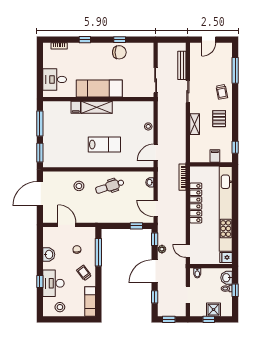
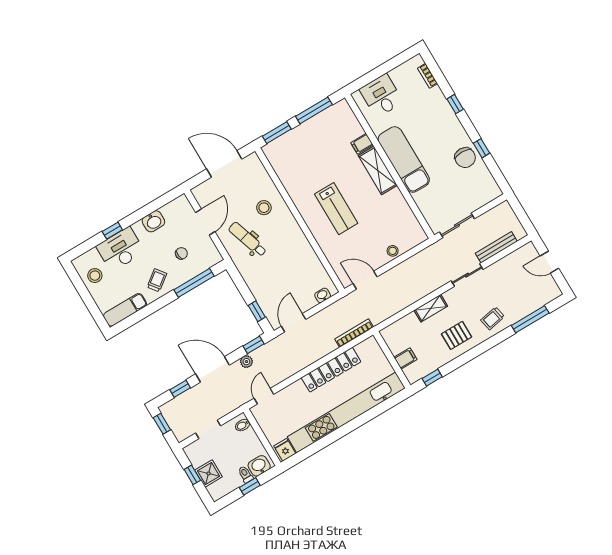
dental chair: (110, 186) -> (248, 239), moved

